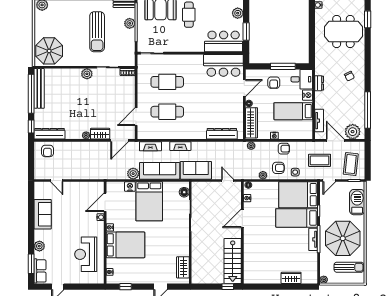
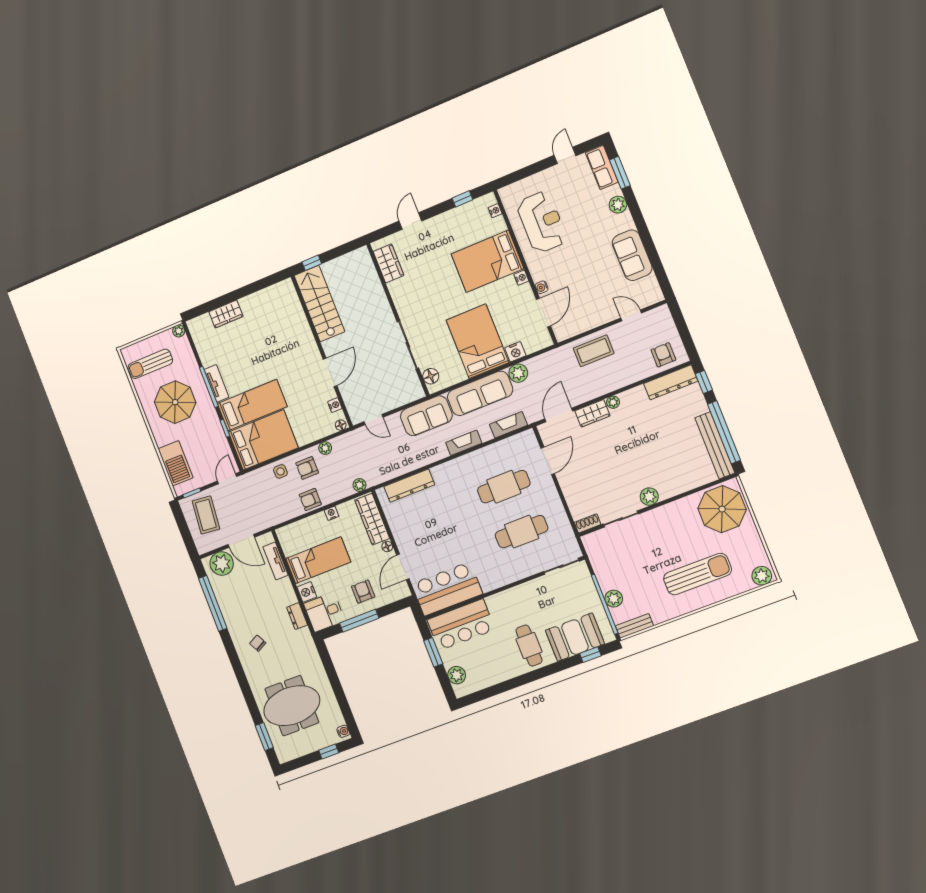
sun lounger: (97, 32) -> (697, 574), moved, turned 90
coffee table: (320, 160) -> (594, 351), moved
parasol: (343, 238) -> (175, 402), width x0.73, depth x0.73

